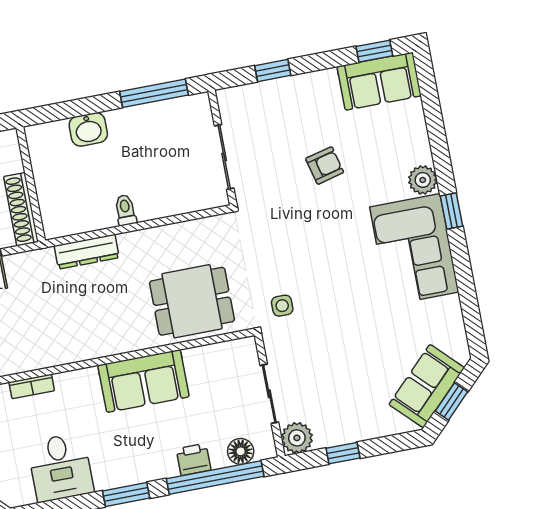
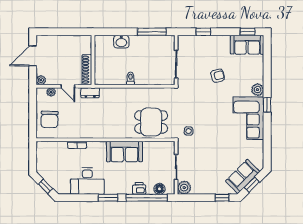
dresser: (87, 252) -> (90, 93), moved, width x0.70
window: (343, 453) -> (222, 198), moved
desk: (60, 467) -> (87, 181), width x1.37

